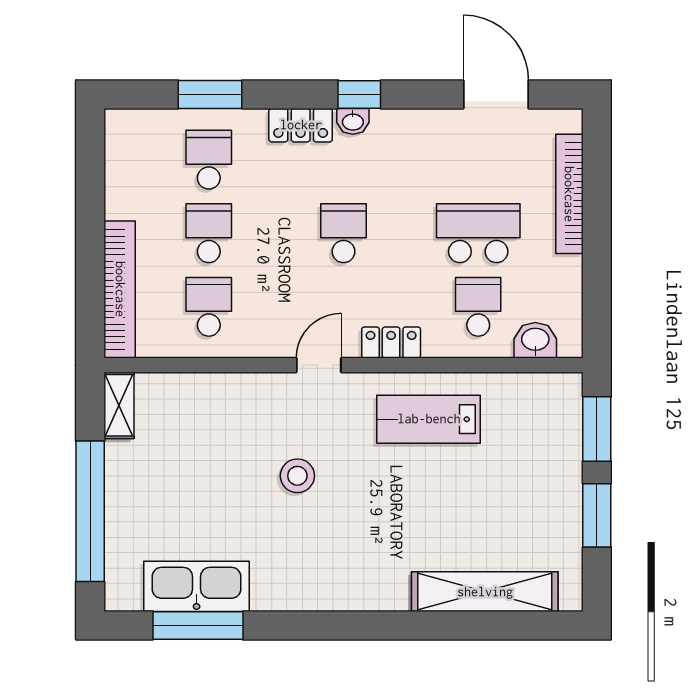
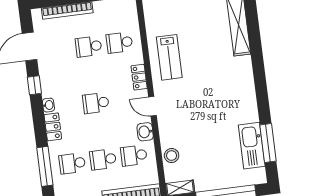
window: (210, 94) -> (45, 166), width x1.44
window: (359, 94) -> (34, 85), moved
school desk: (478, 233) -> (89, 47), width x0.54
washbasin: (535, 340) -> (145, 132), moved
stool: (297, 476) -> (172, 156), moved

